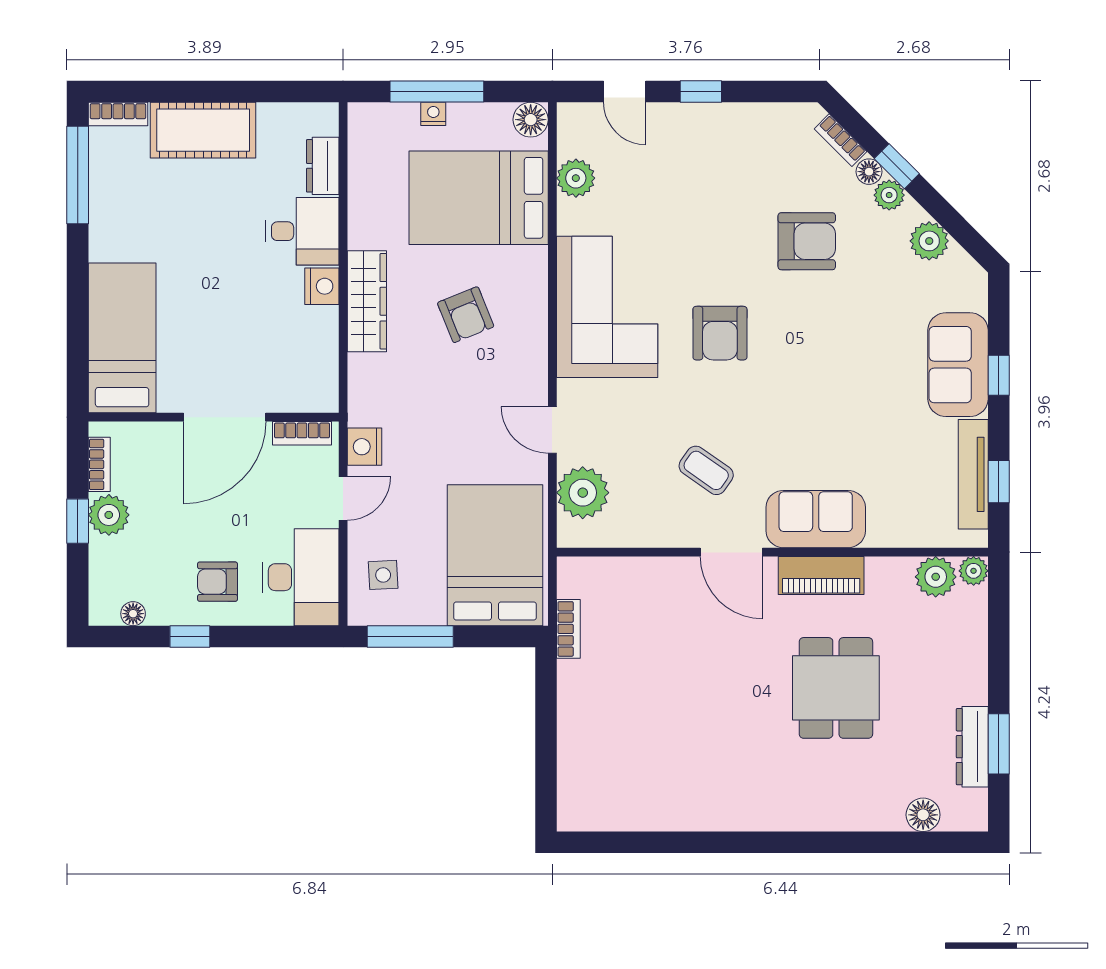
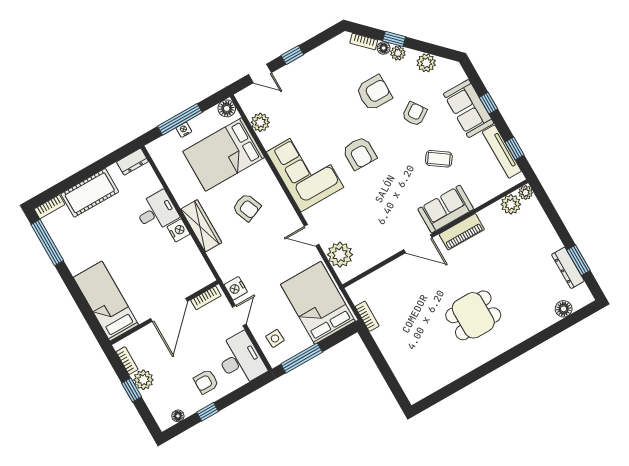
dresser: (323, 166) -> (132, 162), moved, turned -90
armchair: (857, 319) -> (414, 114), added
coffee table: (706, 470) -> (439, 159), moved
dining table: (836, 688) -> (473, 315), moved, turned 90

